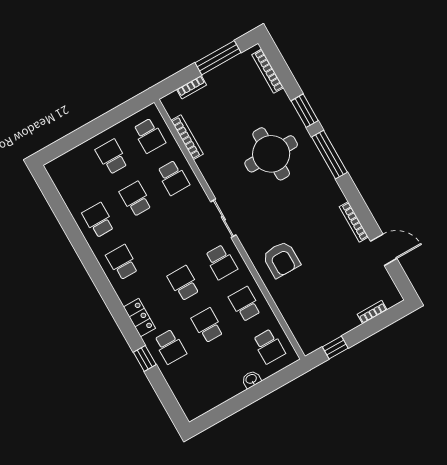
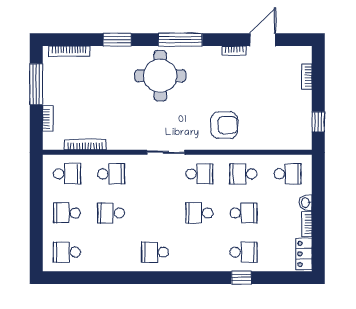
round table: (271, 154) -> (160, 76), moved
window: (330, 155) -> (180, 40), moved
school desk: (98, 220) -> (67, 252), moved
bookcase: (354, 222) -> (234, 51), width x0.64
locker: (140, 318) -> (304, 254), moved, turned -90
school desk: (208, 325) -> (243, 213), turned 180
bookcase: (231, 392) -> (307, 224), added

